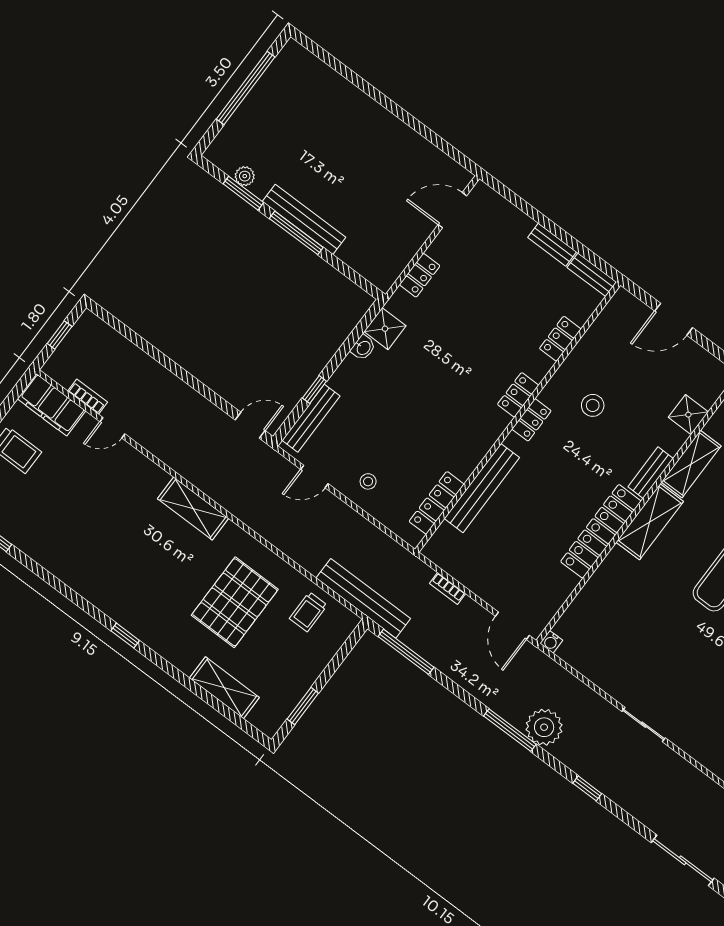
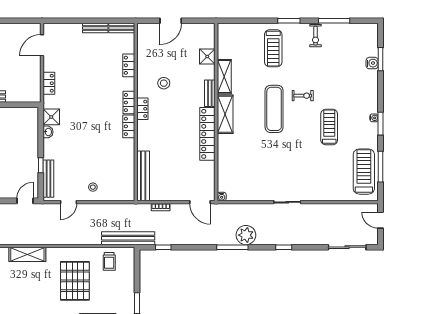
bench: (482, 488) -> (143, 176), moved
locker: (437, 503) -> (129, 126), moved, width x0.66
window: (406, 652) -> (163, 247), width x0.46

